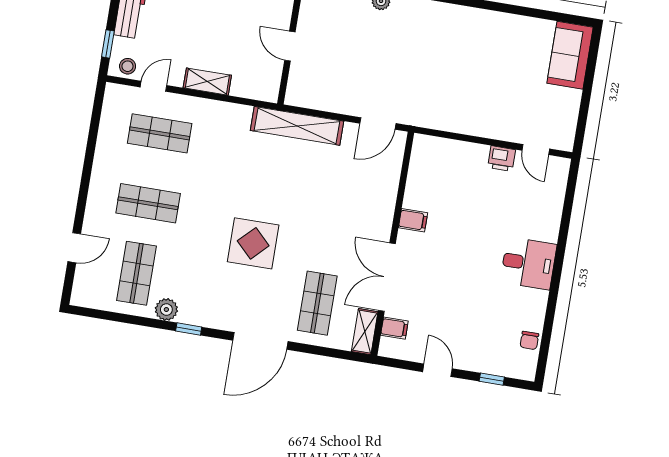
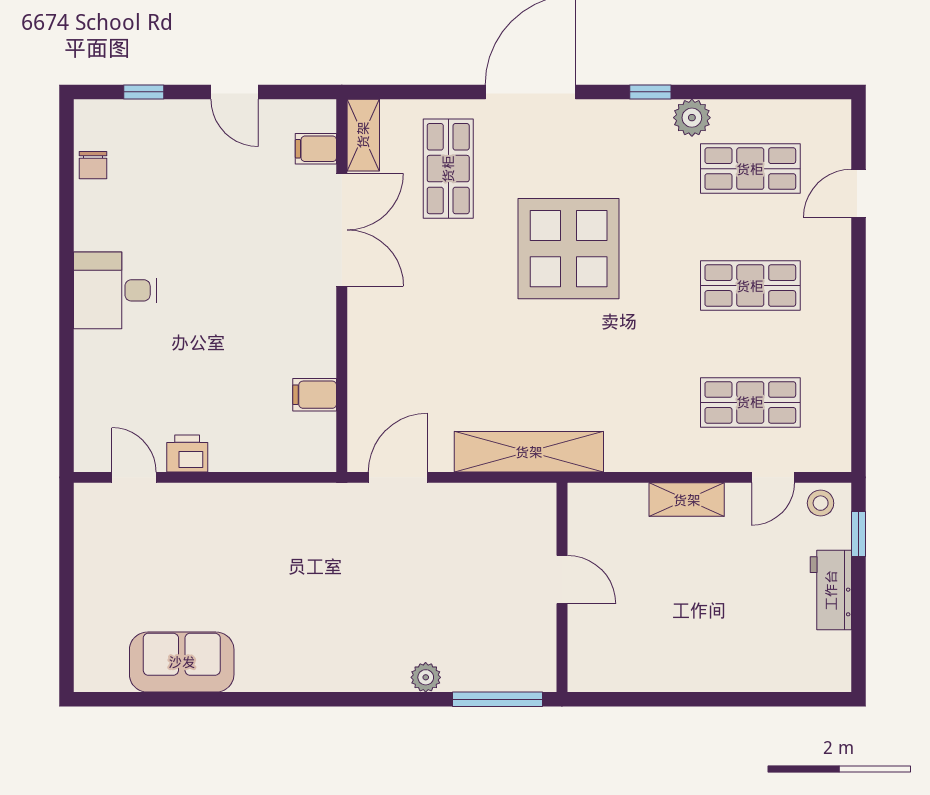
sofa: (570, 55) -> (182, 662), moved, turned -90
filing cabinet: (413, 220) -> (315, 395), moved
display table: (253, 243) -> (569, 249), width x1.36, depth x1.36
shop shelf: (136, 273) -> (750, 169), turned 90
chair: (529, 340) -> (93, 165), turned 180

